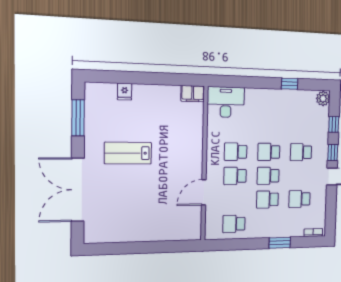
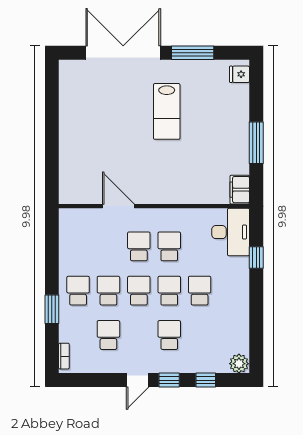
window: (155, 79) -> (256, 143), added
window: (290, 84) -> (256, 258), moved
fridge: (125, 92) -> (239, 74), moved
window: (78, 118) -> (193, 53), moved
school desk: (269, 128) -> (200, 291), added
lab bench: (128, 153) -> (167, 111), turned 180
school desk: (234, 224) -> (78, 291), moved

